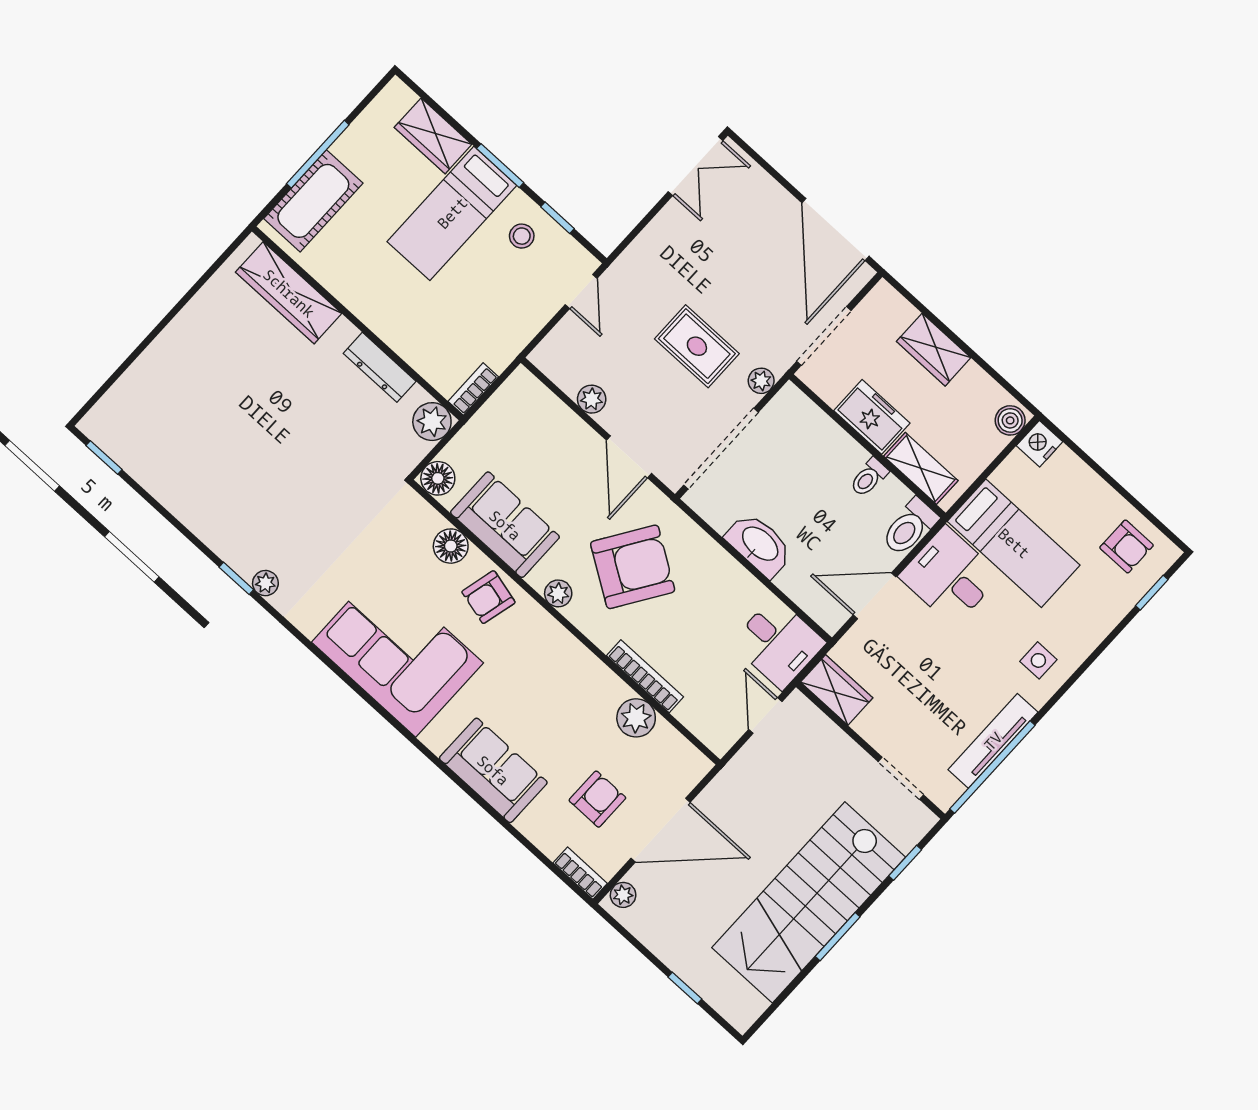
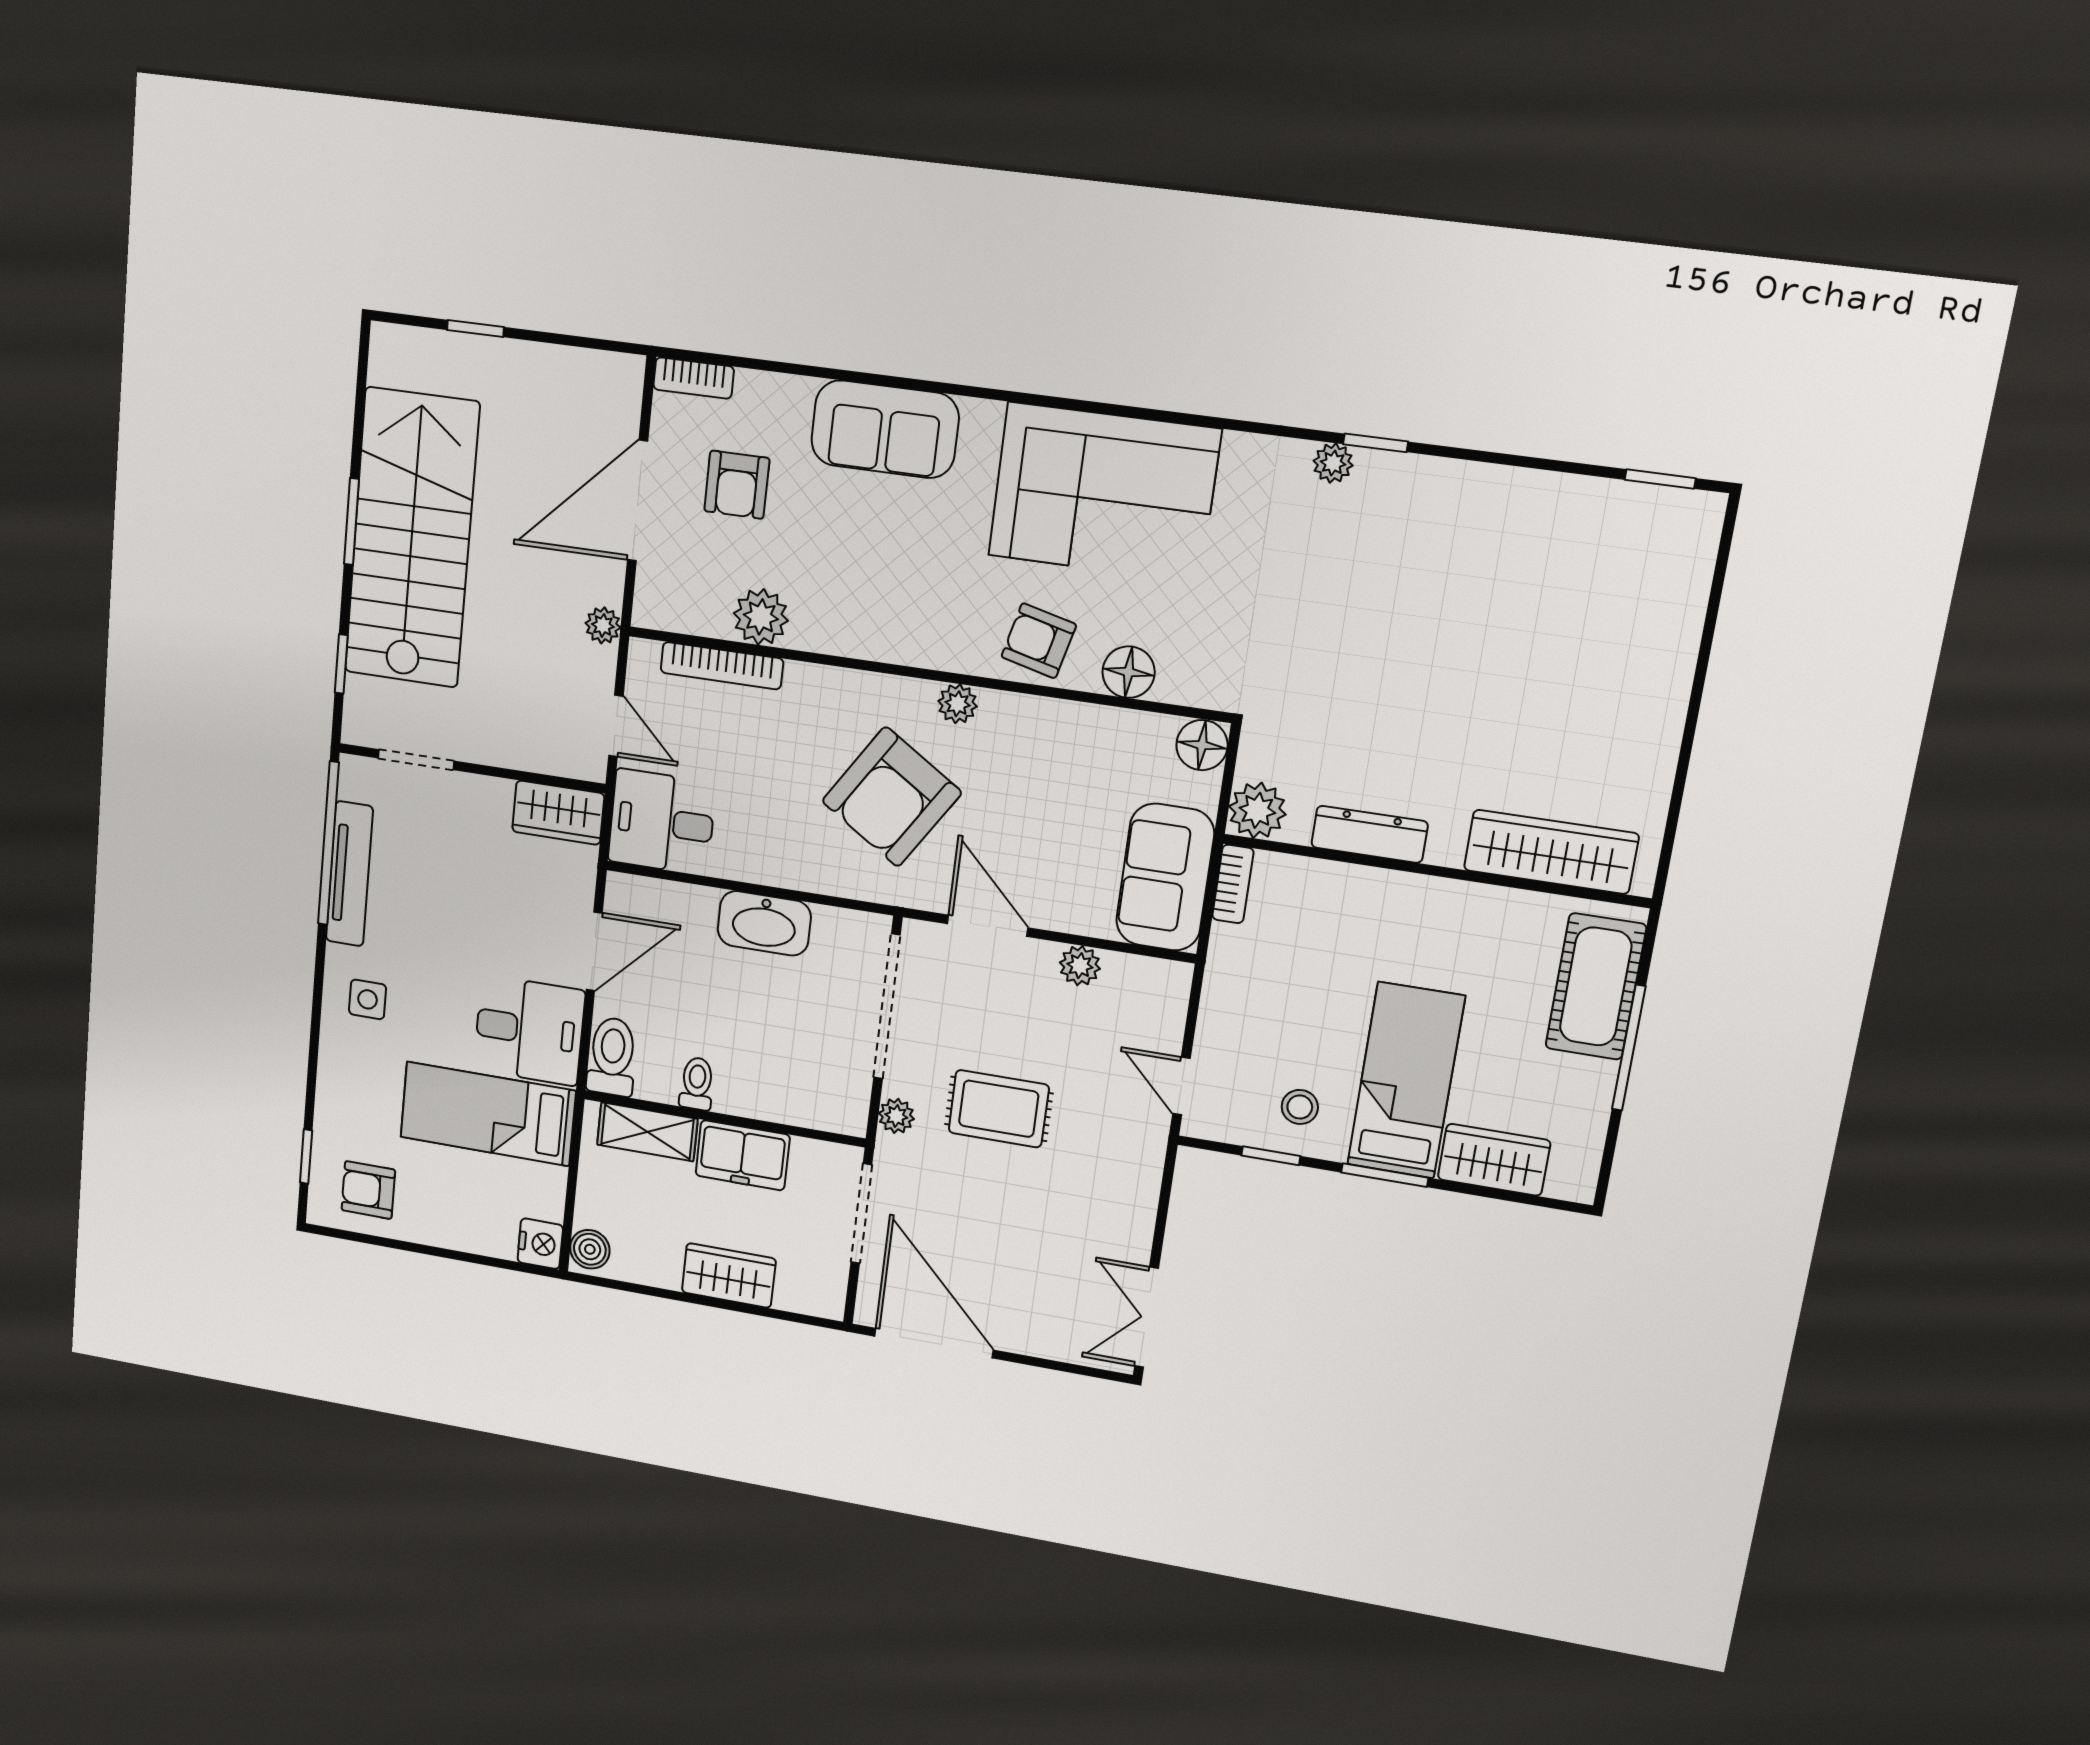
sofa: (505, 525) -> (1165, 877), moved, turned 90
armchair: (488, 597) -> (1039, 641), turned -90
bookcase: (645, 676) -> (722, 666), moved
plant: (623, 895) -> (603, 625), moved

